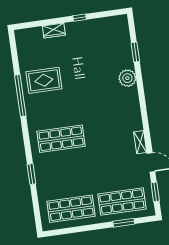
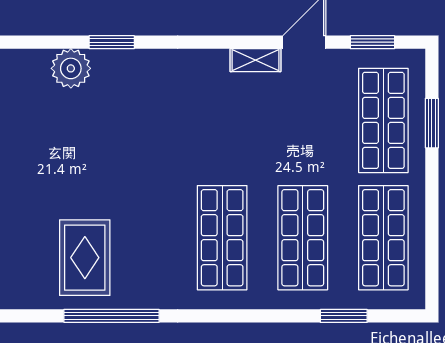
window: (135, 52) -> (112, 42), moved
plant: (127, 78) -> (71, 68), moved
window: (31, 174) -> (344, 316), moved
shop shelf: (66, 174) -> (303, 238), added

